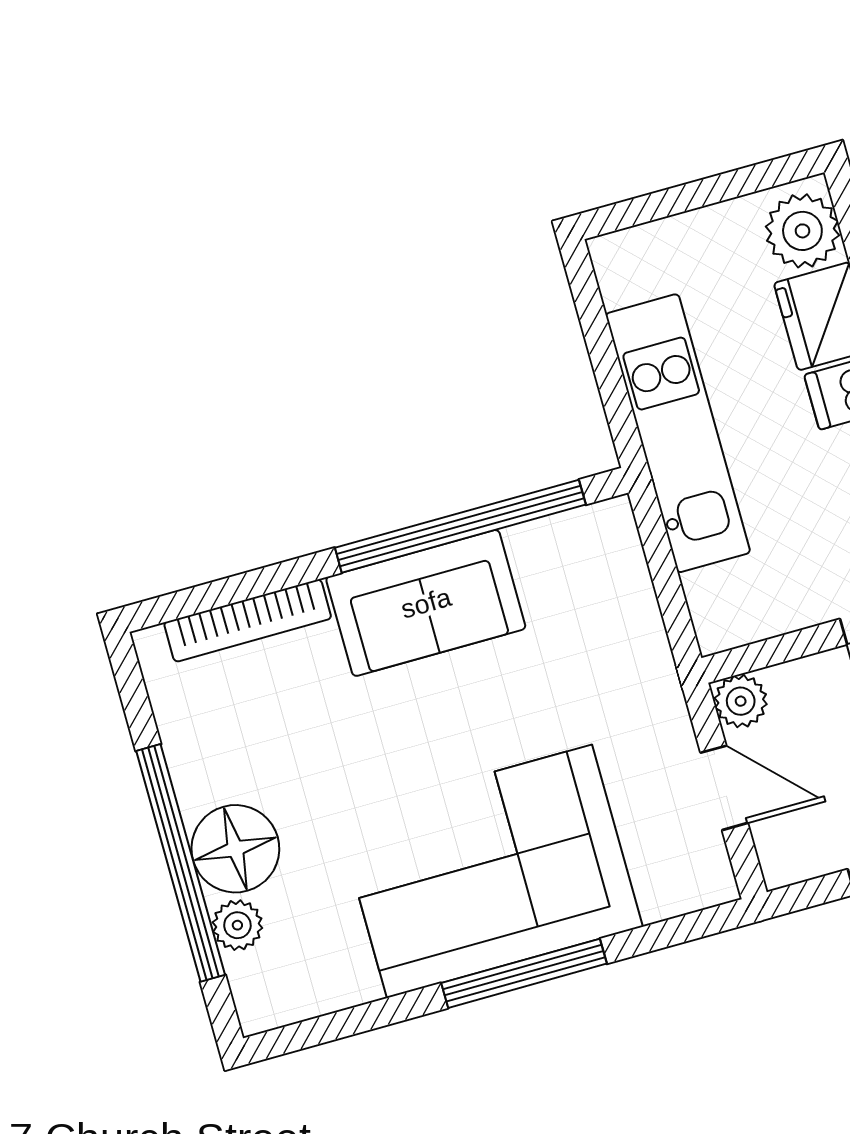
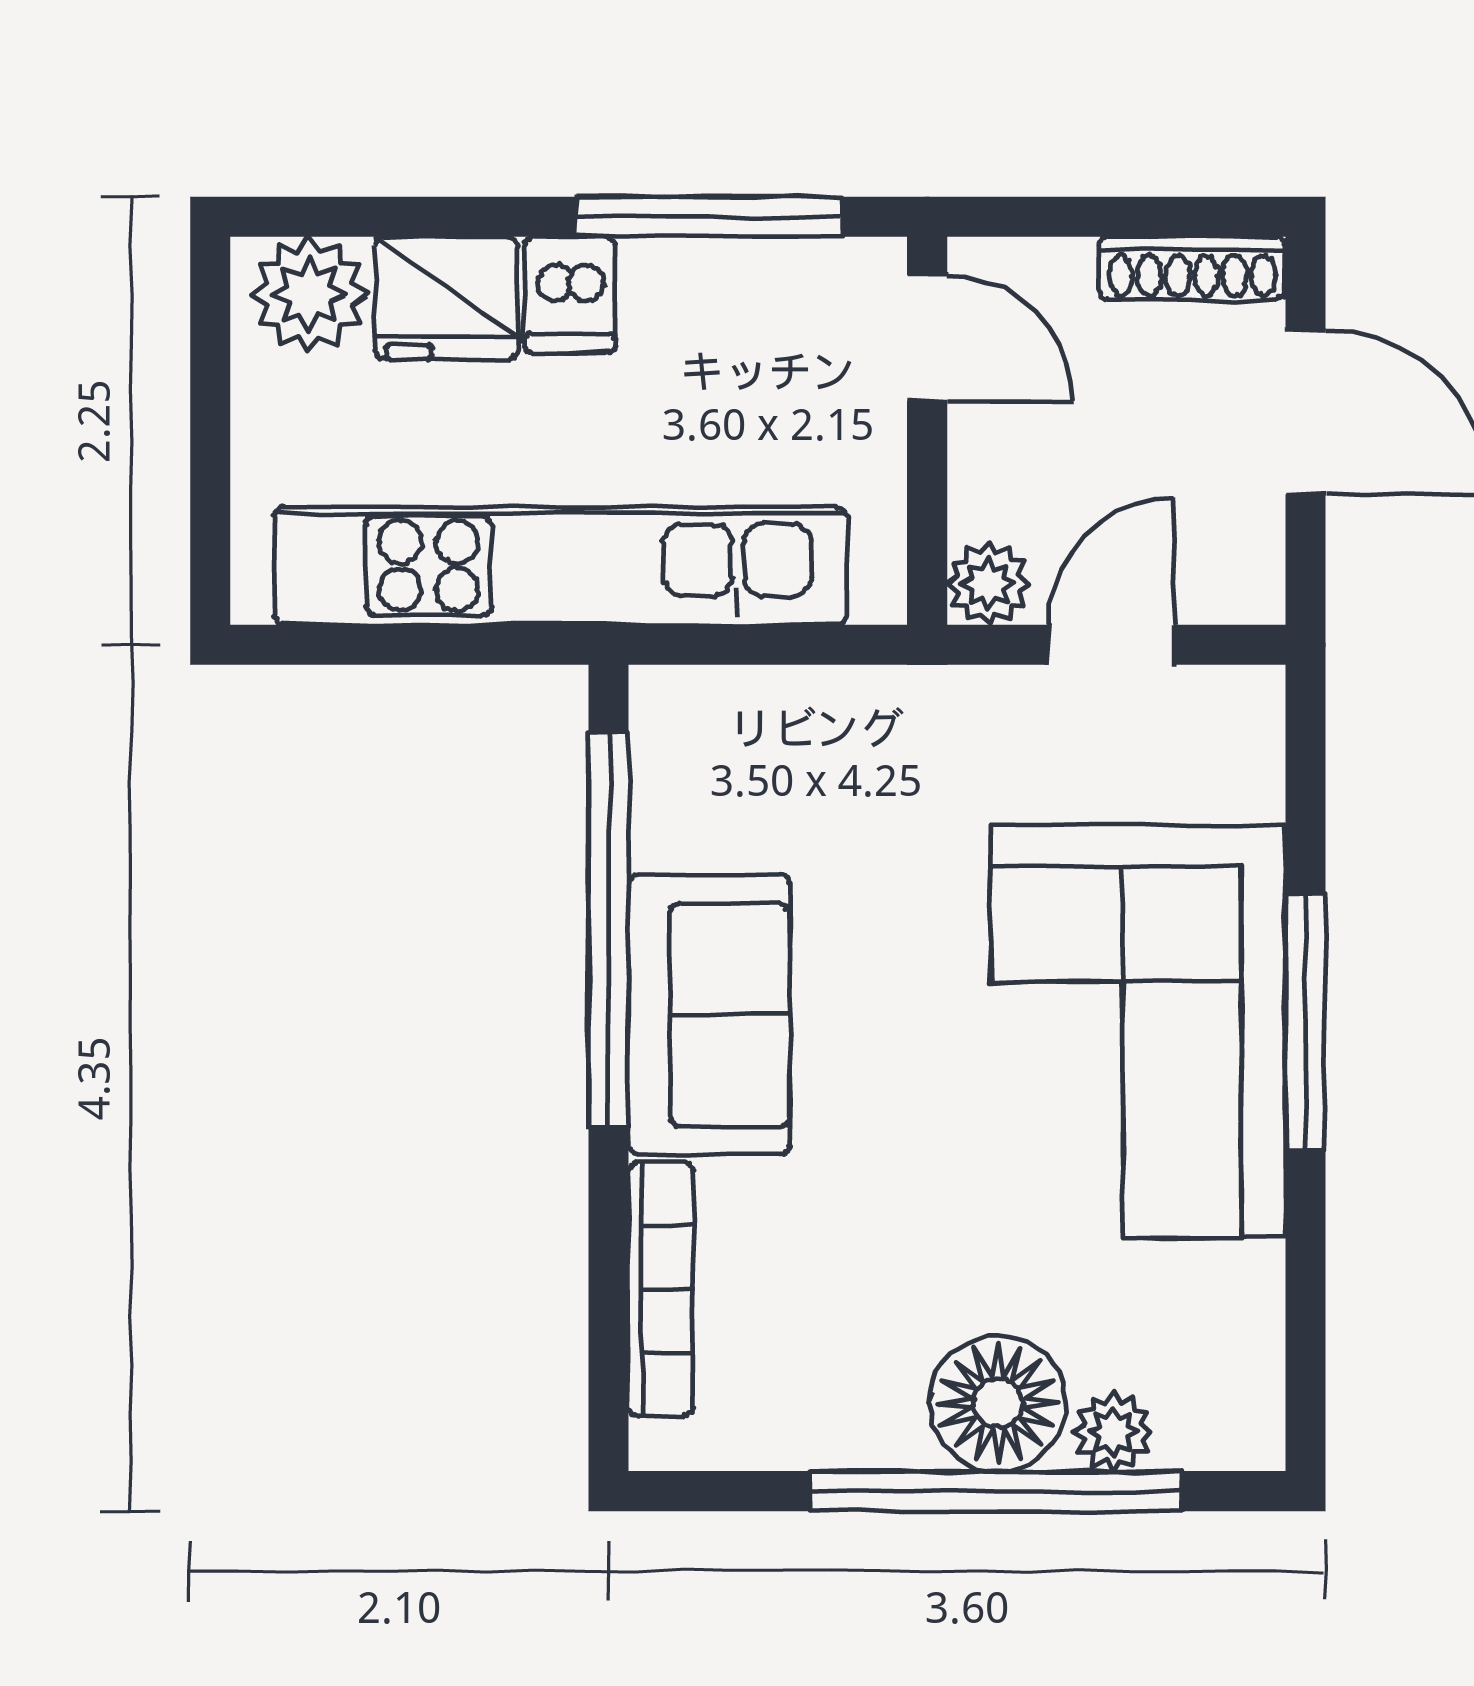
kitchen unit: (678, 433) -> (560, 566), width x1.36

